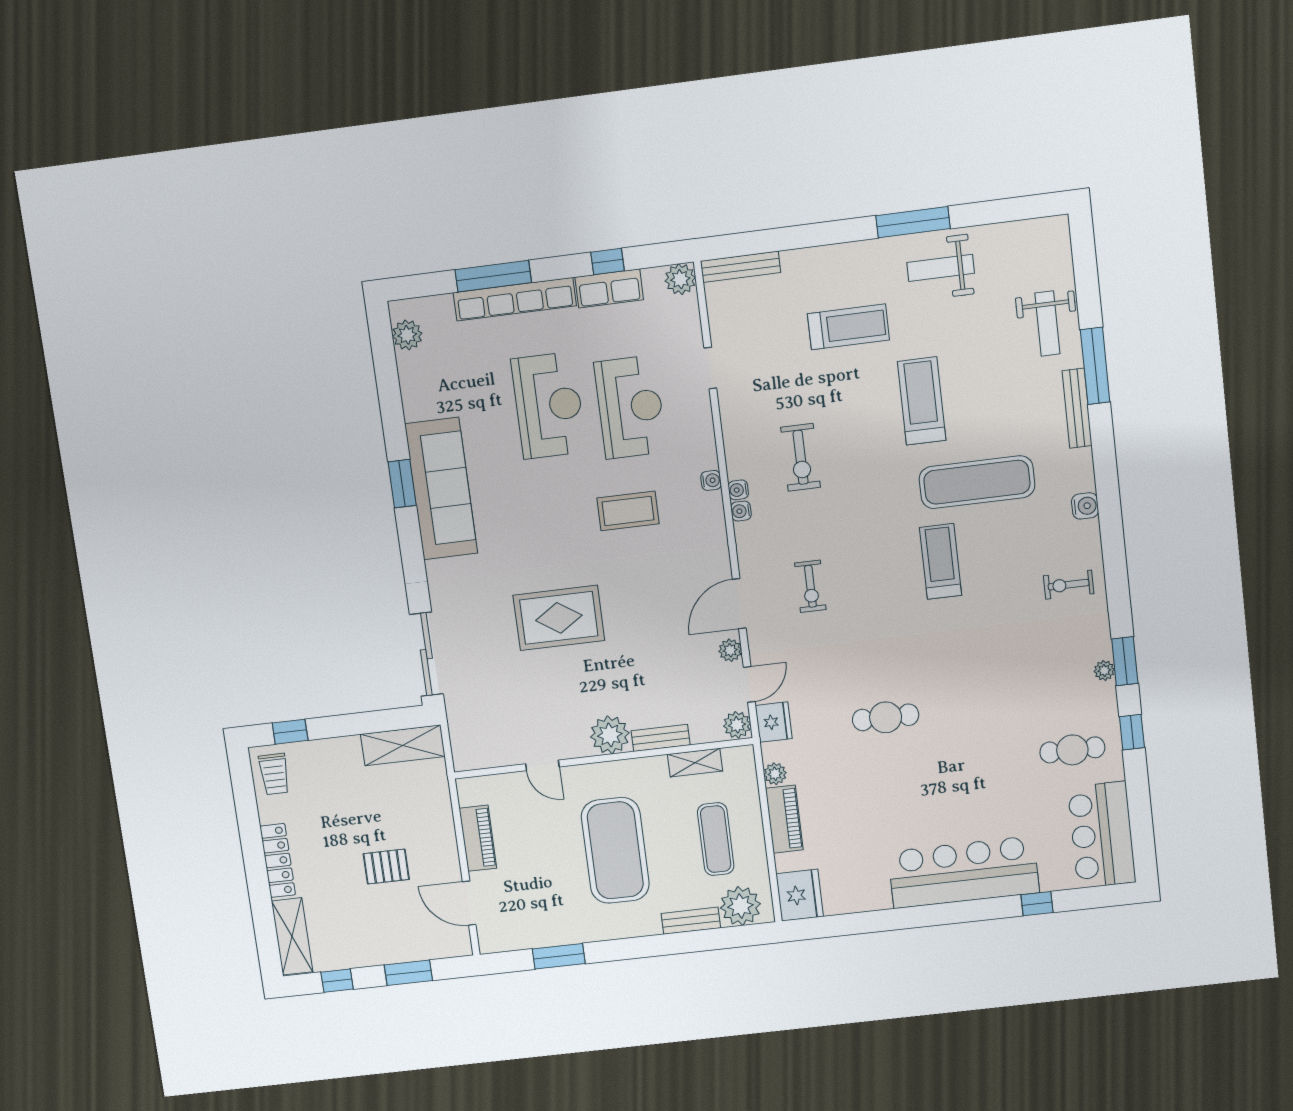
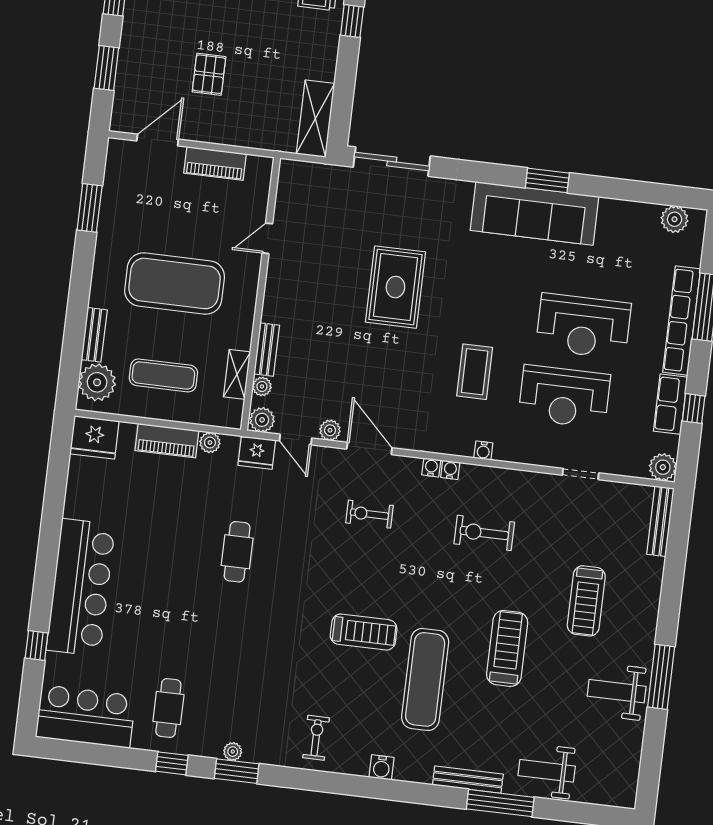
weight bench: (941, 268) -> (617, 691), turned -90
treadmill: (922, 401) -> (507, 648), turned -90
water cooler: (738, 490) -> (431, 467), moved
plant: (610, 735) -> (262, 386), moved, width x0.53, depth x0.53

